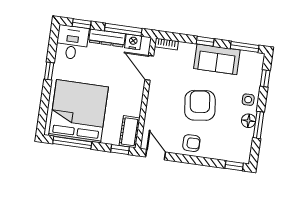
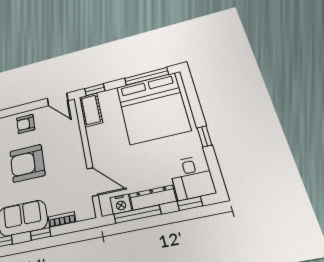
bookcase: (166, 44) -> (62, 219), moved
armchair: (200, 105) -> (27, 163), turned 97

